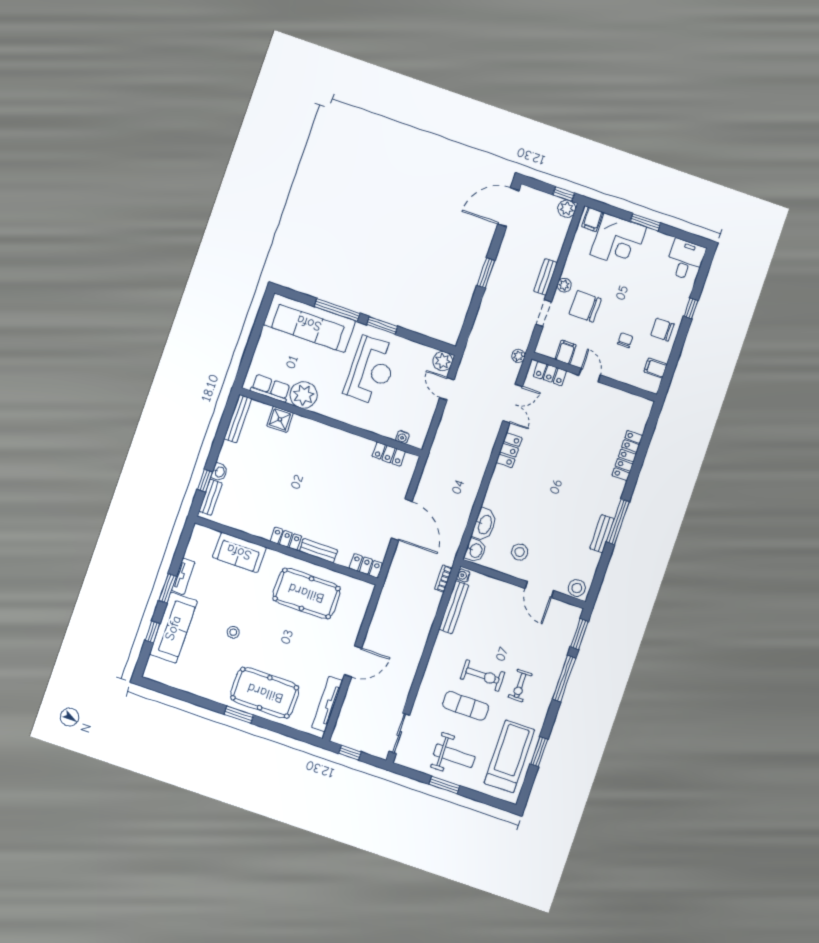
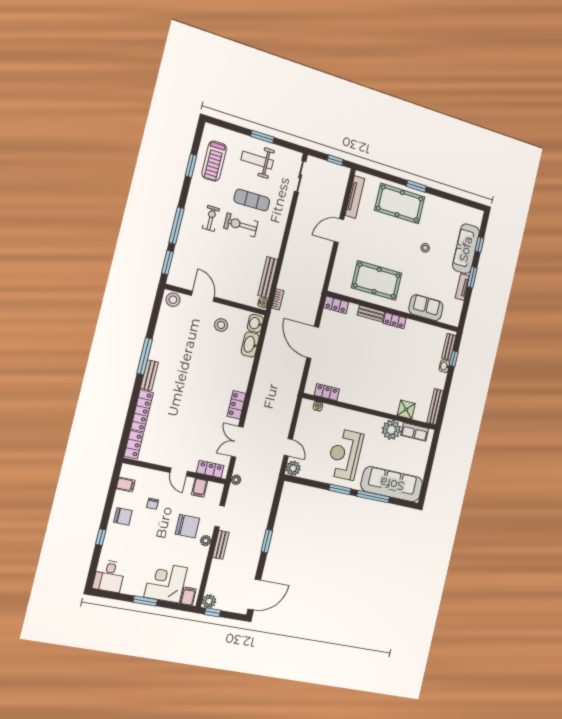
locker: (641, 415) -> (134, 445), added
bench: (602, 534) -> (149, 375), moved
treadmill: (509, 756) -> (214, 161), width x0.73, depth x0.73

